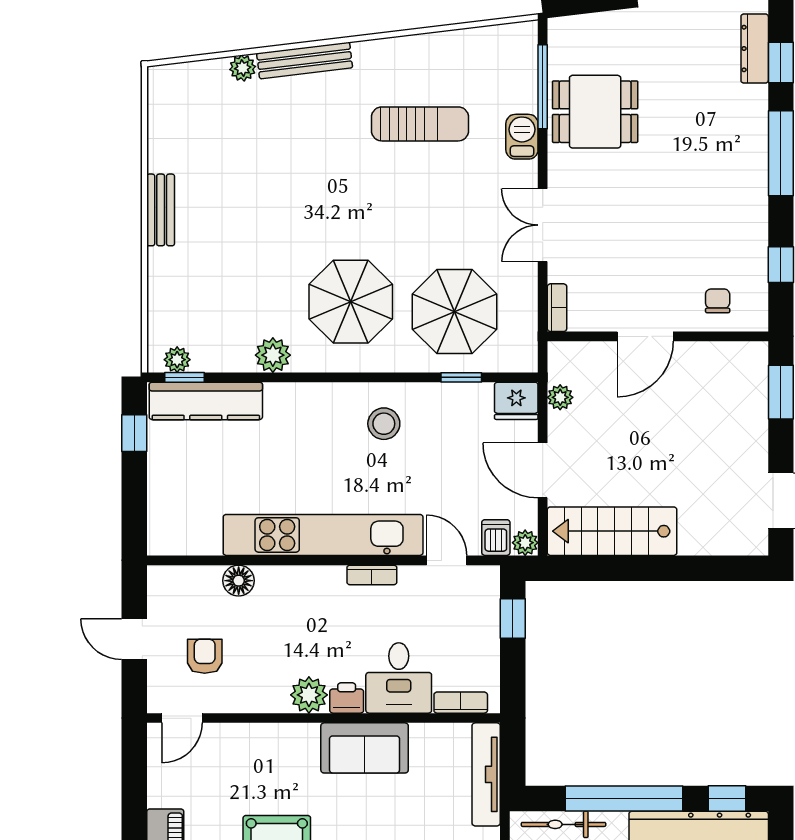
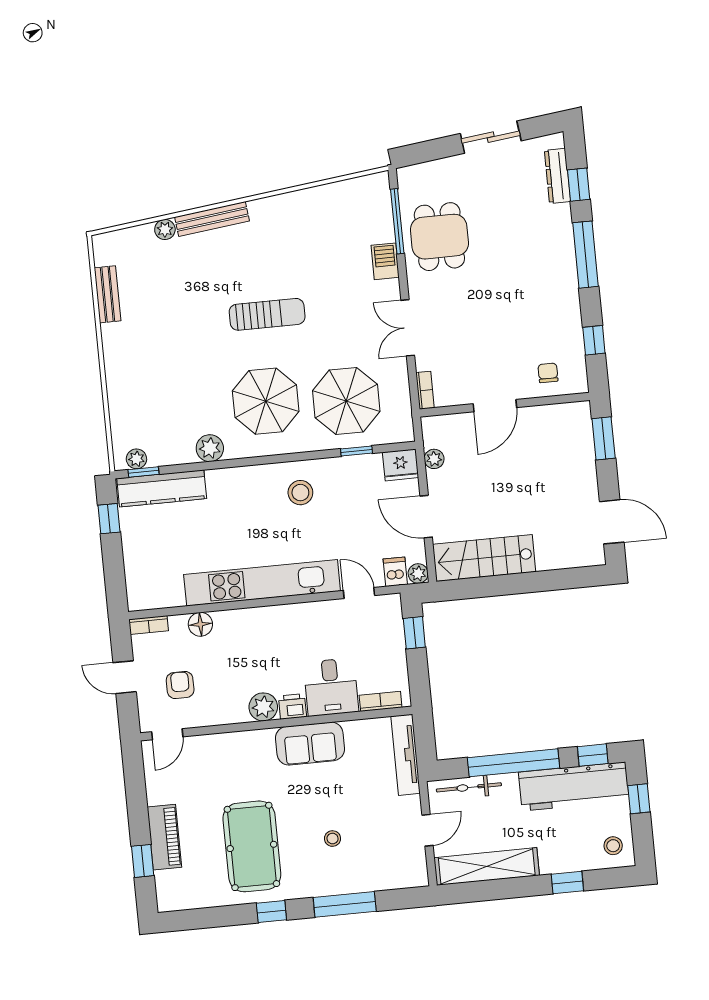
dining table: (595, 112) -> (439, 237), turned 90
sun lounger: (420, 124) -> (267, 314), moved
bench: (161, 210) -> (108, 294), moved
bookcase: (372, 575) -> (149, 625), moved

